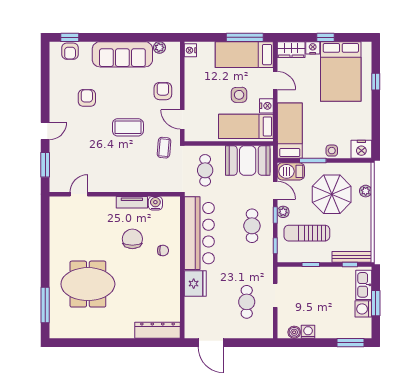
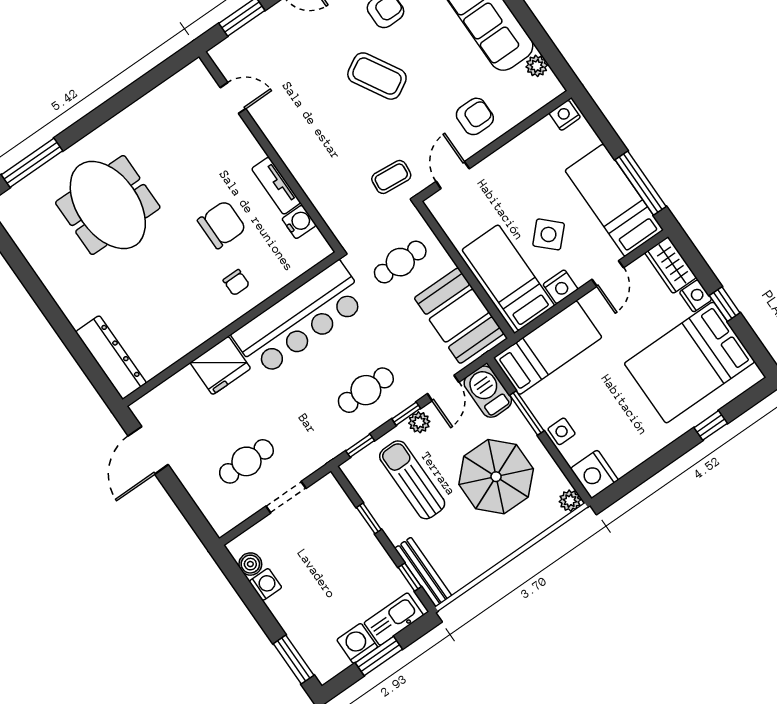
side table: (239, 95) -> (549, 234), turned 45
coffee table: (128, 127) -> (377, 76), moved, turned -30
plant: (366, 191) -> (570, 501), moved

